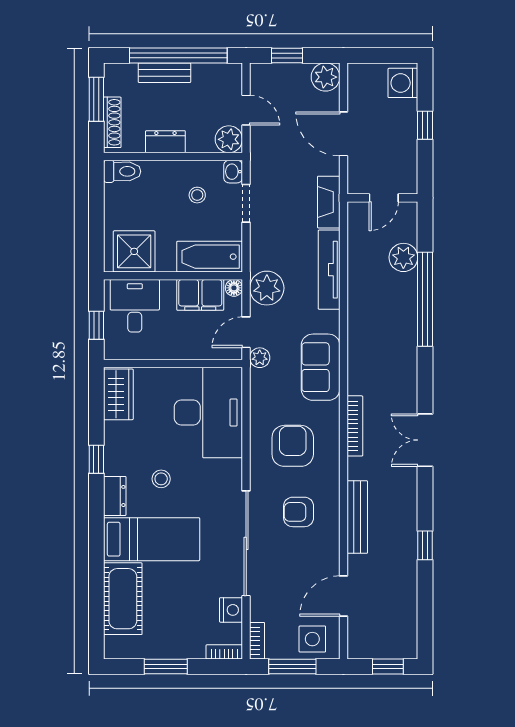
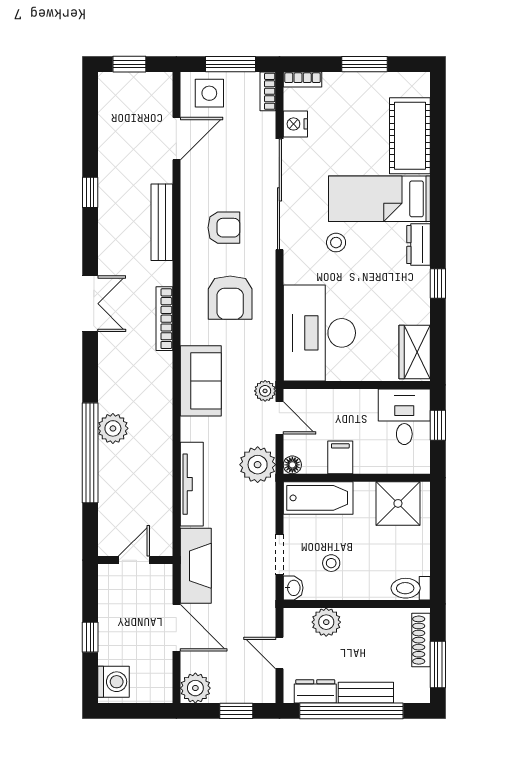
plant: (229, 139) -> (326, 622), moved
dresser: (165, 142) -> (315, 691), moved, turned 180
fireplace: (329, 202) -> (196, 566), width x1.37, depth x1.32
plant: (403, 257) -> (113, 428), moved
filing cabinet: (200, 295) -> (340, 457), width x0.50
desk: (135, 306) -> (404, 417), moved, turned 180
door: (246, 332) -> (279, 418), hinge flipped
stool: (161, 479) -> (336, 243), moved

